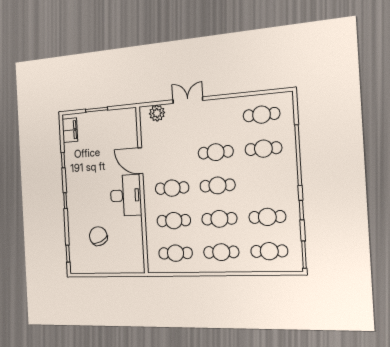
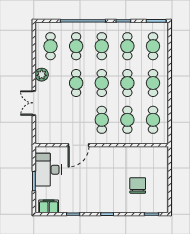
plant: (157, 113) -> (42, 75), moved
cafe table: (265, 183) -> (102, 46), added
desk: (126, 195) -> (48, 170), moved, turned -90
chair: (98, 236) -> (138, 185), turned 115

